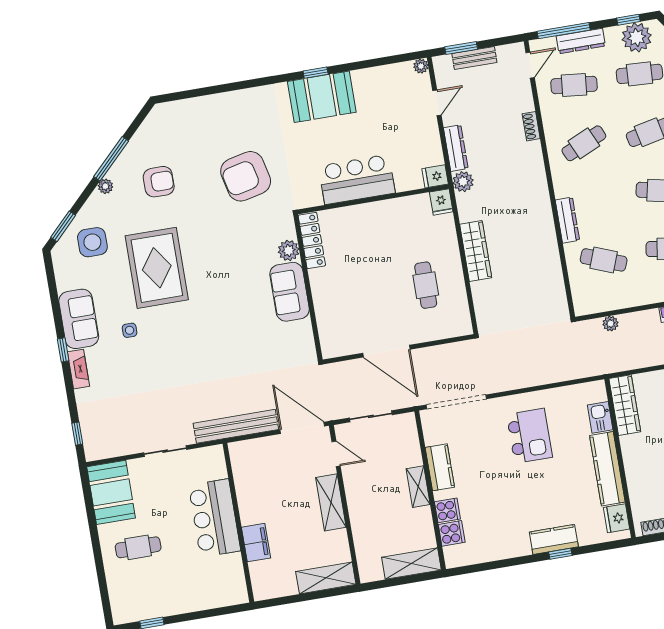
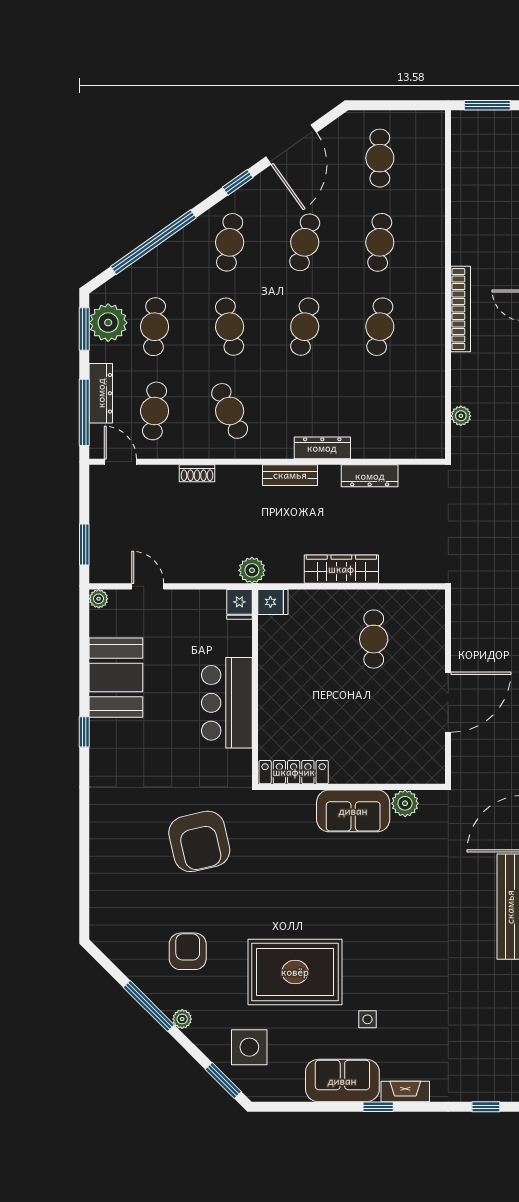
window: (628, 20) -> (84, 329), width x1.50
bench: (474, 58) -> (290, 475), moved, turned 90
booth: (322, 97) -> (116, 678), moved
dresser: (456, 148) -> (370, 476), moved, turned 180
plant: (289, 251) -> (405, 803), moved
cafe table: (604, 260) -> (380, 411), removed
cafe table: (426, 285) -> (374, 639), turned 90

